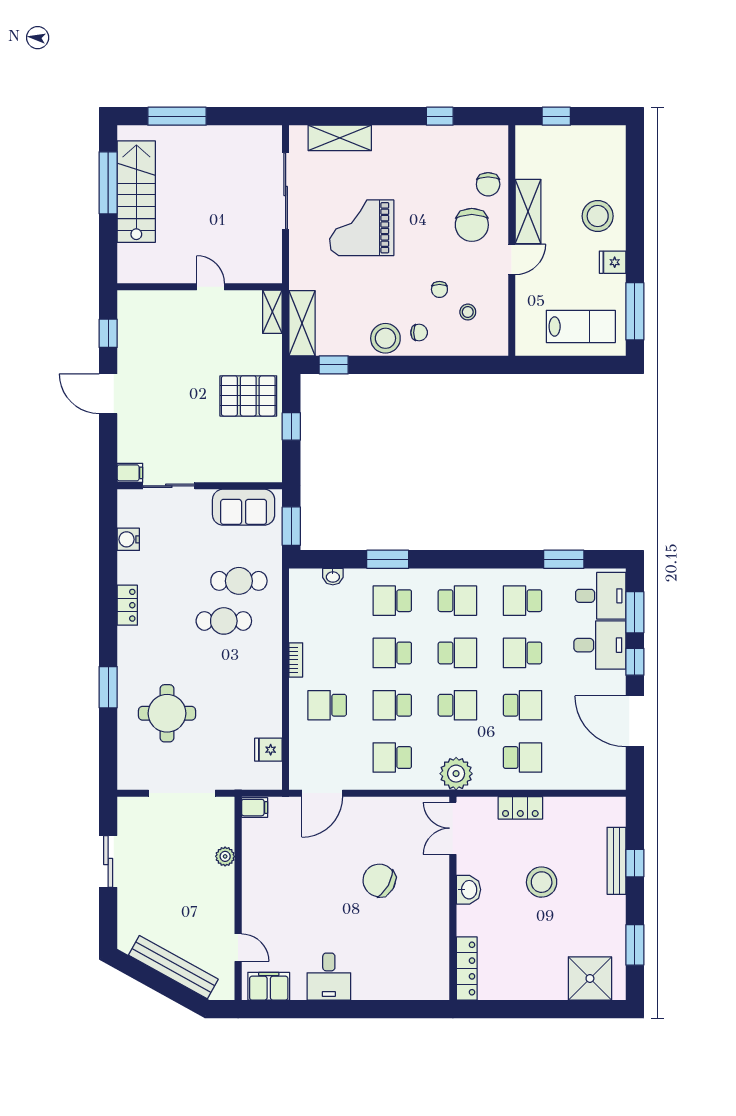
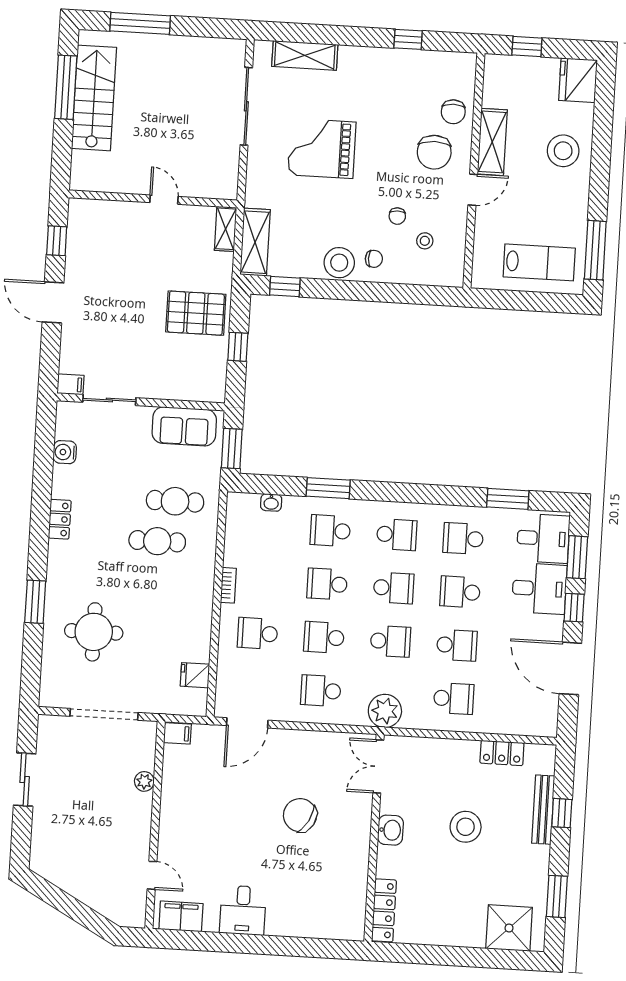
fridge: (613, 262) -> (578, 80), moved, width x1.88, depth x1.34
locker: (520, 808) -> (502, 753), moved
bench: (173, 967) -> (85, 891), removed

